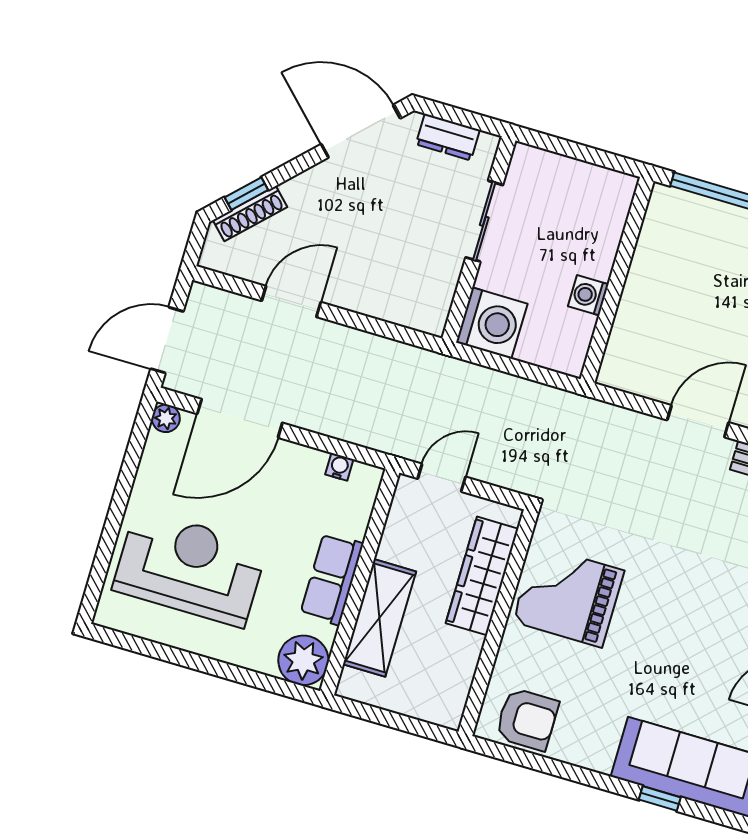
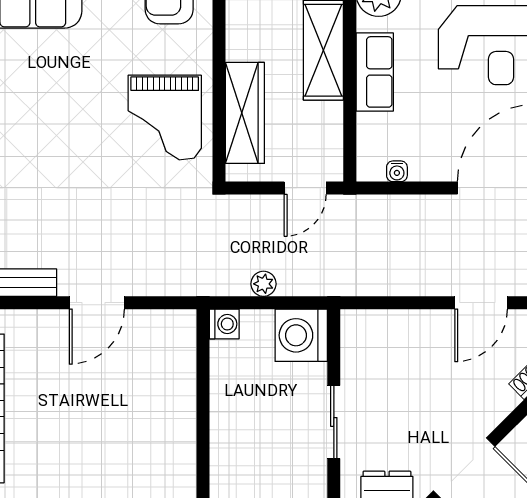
washing machine: (588, 295) -> (224, 324), moved
plant: (516, 389) -> (263, 284), added
grand piano: (568, 596) -> (165, 118), turned 90

